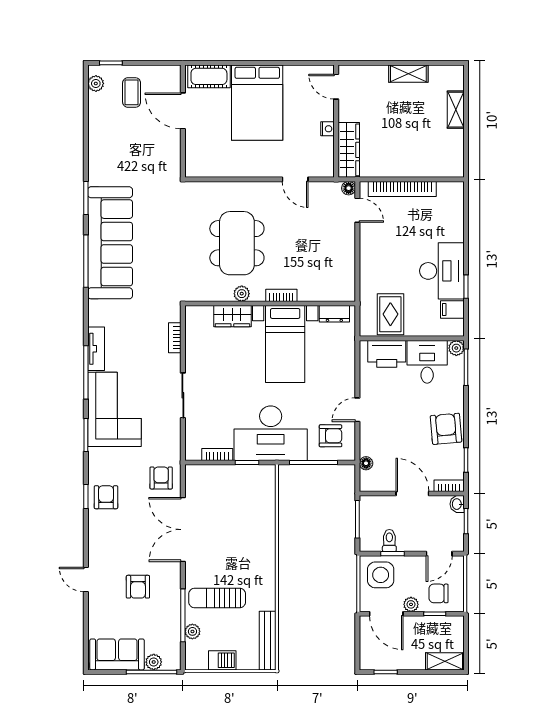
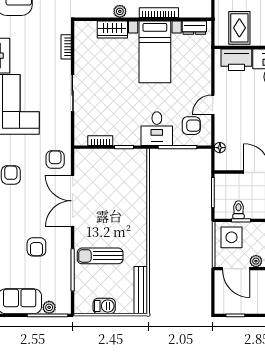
bookcase: (281, 295) -> (159, 13), width x1.56
desk: (271, 433) -> (157, 129), width x0.53, depth x0.77
plant: (192, 631) -> (80, 283), removed

